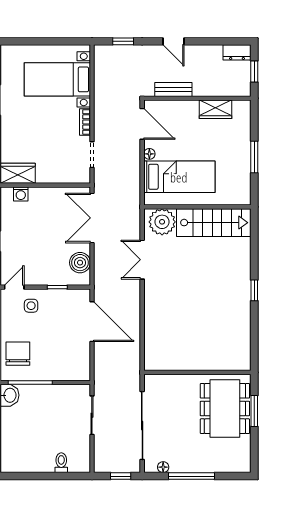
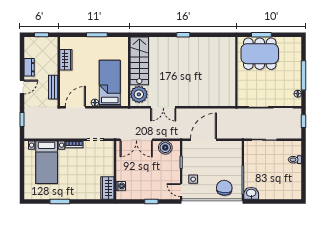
dresser: (237, 52) -> (29, 67), moved
chair: (18, 354) -> (224, 188), turned 95

